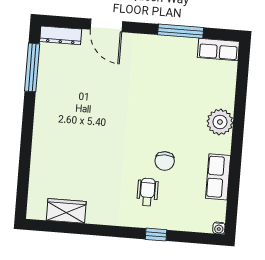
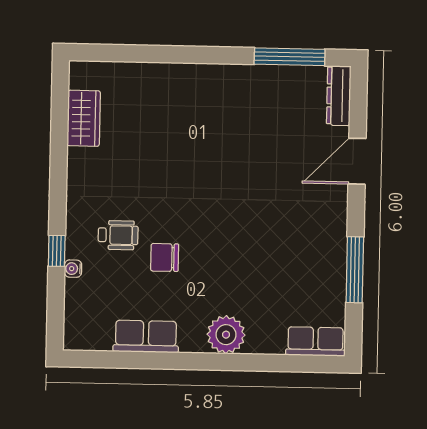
row of seats: (218, 50) -> (315, 341), moved, turned 90
water cooler: (219, 228) -> (73, 269), moved

